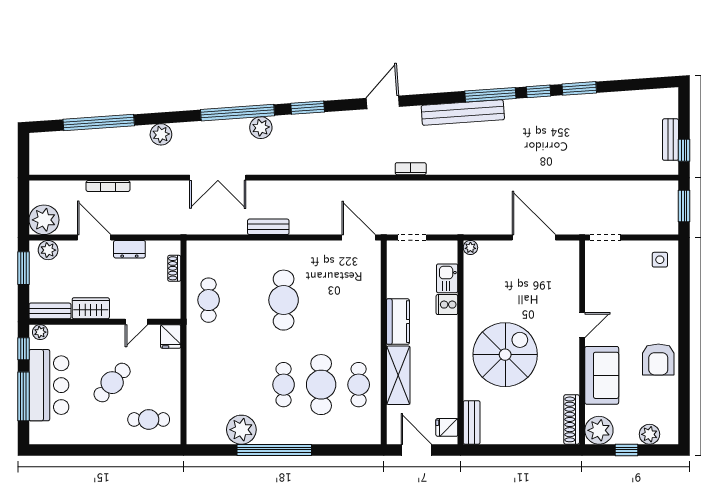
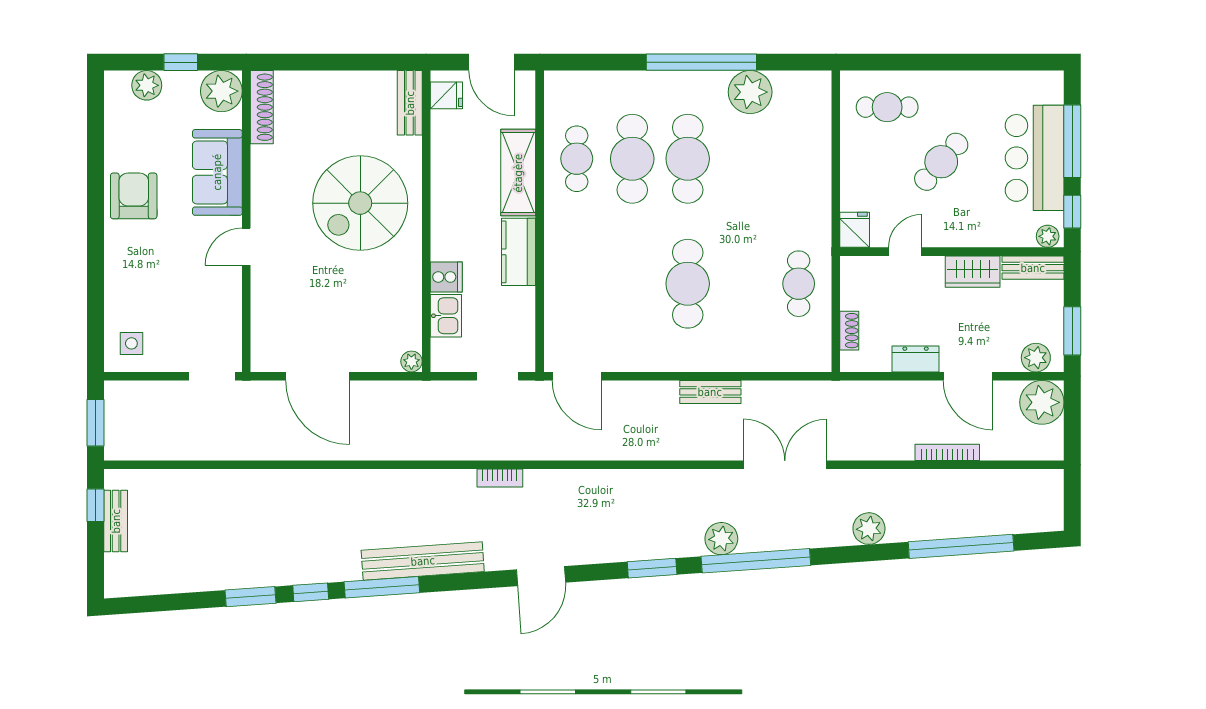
cafe table: (284, 385) -> (688, 159), width x1.37, depth x1.35

